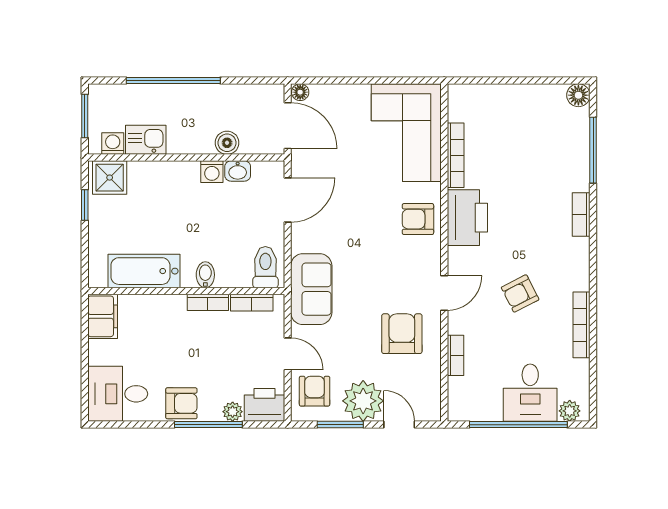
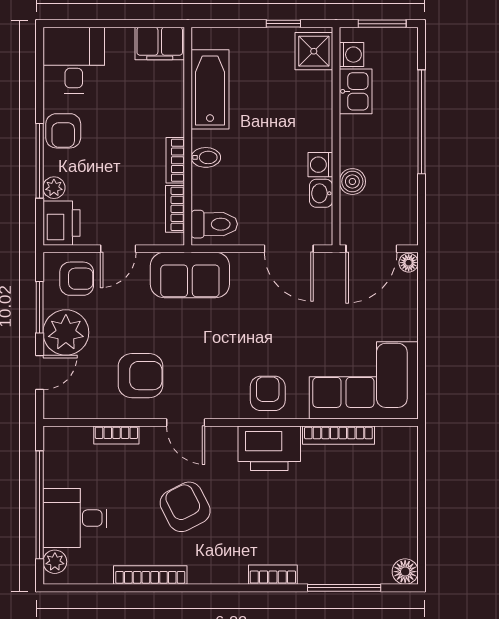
armchair: (520, 293) -> (185, 507), width x1.38, depth x1.38

